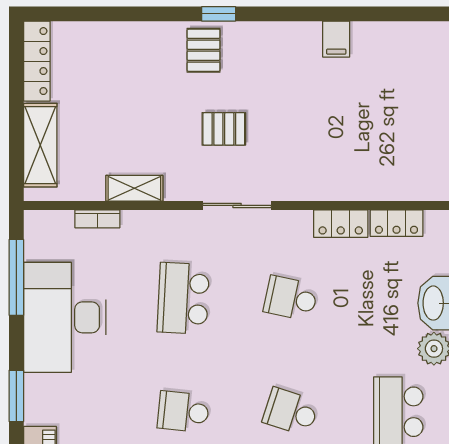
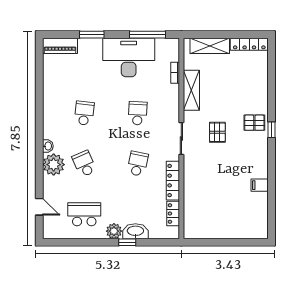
shelving: (134, 188) -> (191, 90), width x1.50, depth x1.33
locker: (341, 224) -> (173, 181), width x1.53
school desk: (183, 298) -> (138, 113), width x0.54
school desk: (291, 412) -> (84, 164), turned -42

